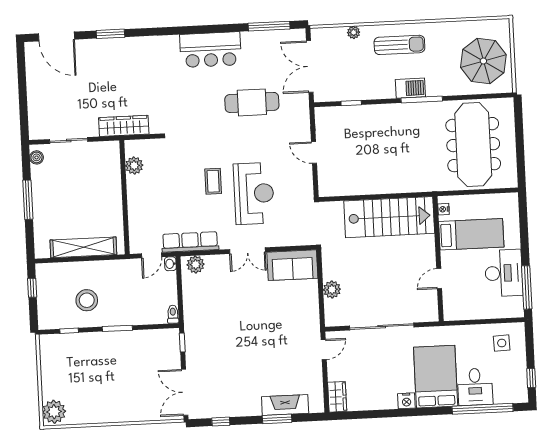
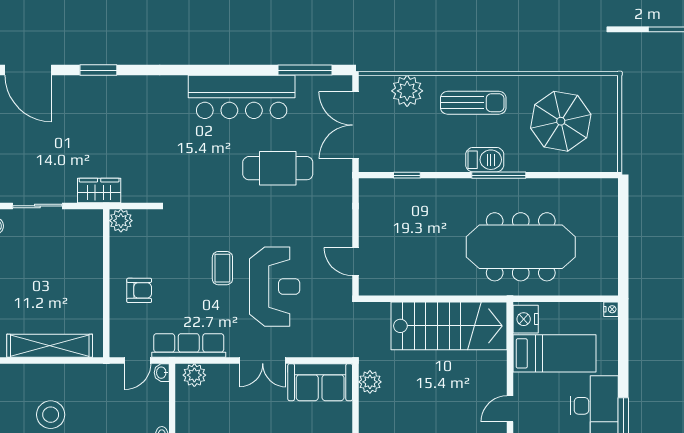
plant: (354, 32) -> (407, 91), width x1.87, depth x1.87
bar counter: (210, 50) -> (242, 97), width x1.36
parasol: (483, 61) -> (561, 121), moved
wardrobe: (124, 126) -> (99, 190), width x0.67
meeting table: (473, 145) -> (521, 247), moved, turned 90
door: (314, 152) -> (355, 262), moved
plant: (134, 166) -> (121, 221), moved
nightstand: (513, 198) -> (611, 309), added
armchair: (150, 202) -> (139, 290), added
nightstand: (444, 209) -> (526, 319), width x1.89, depth x1.79
plant: (332, 290) -> (370, 382), moved

